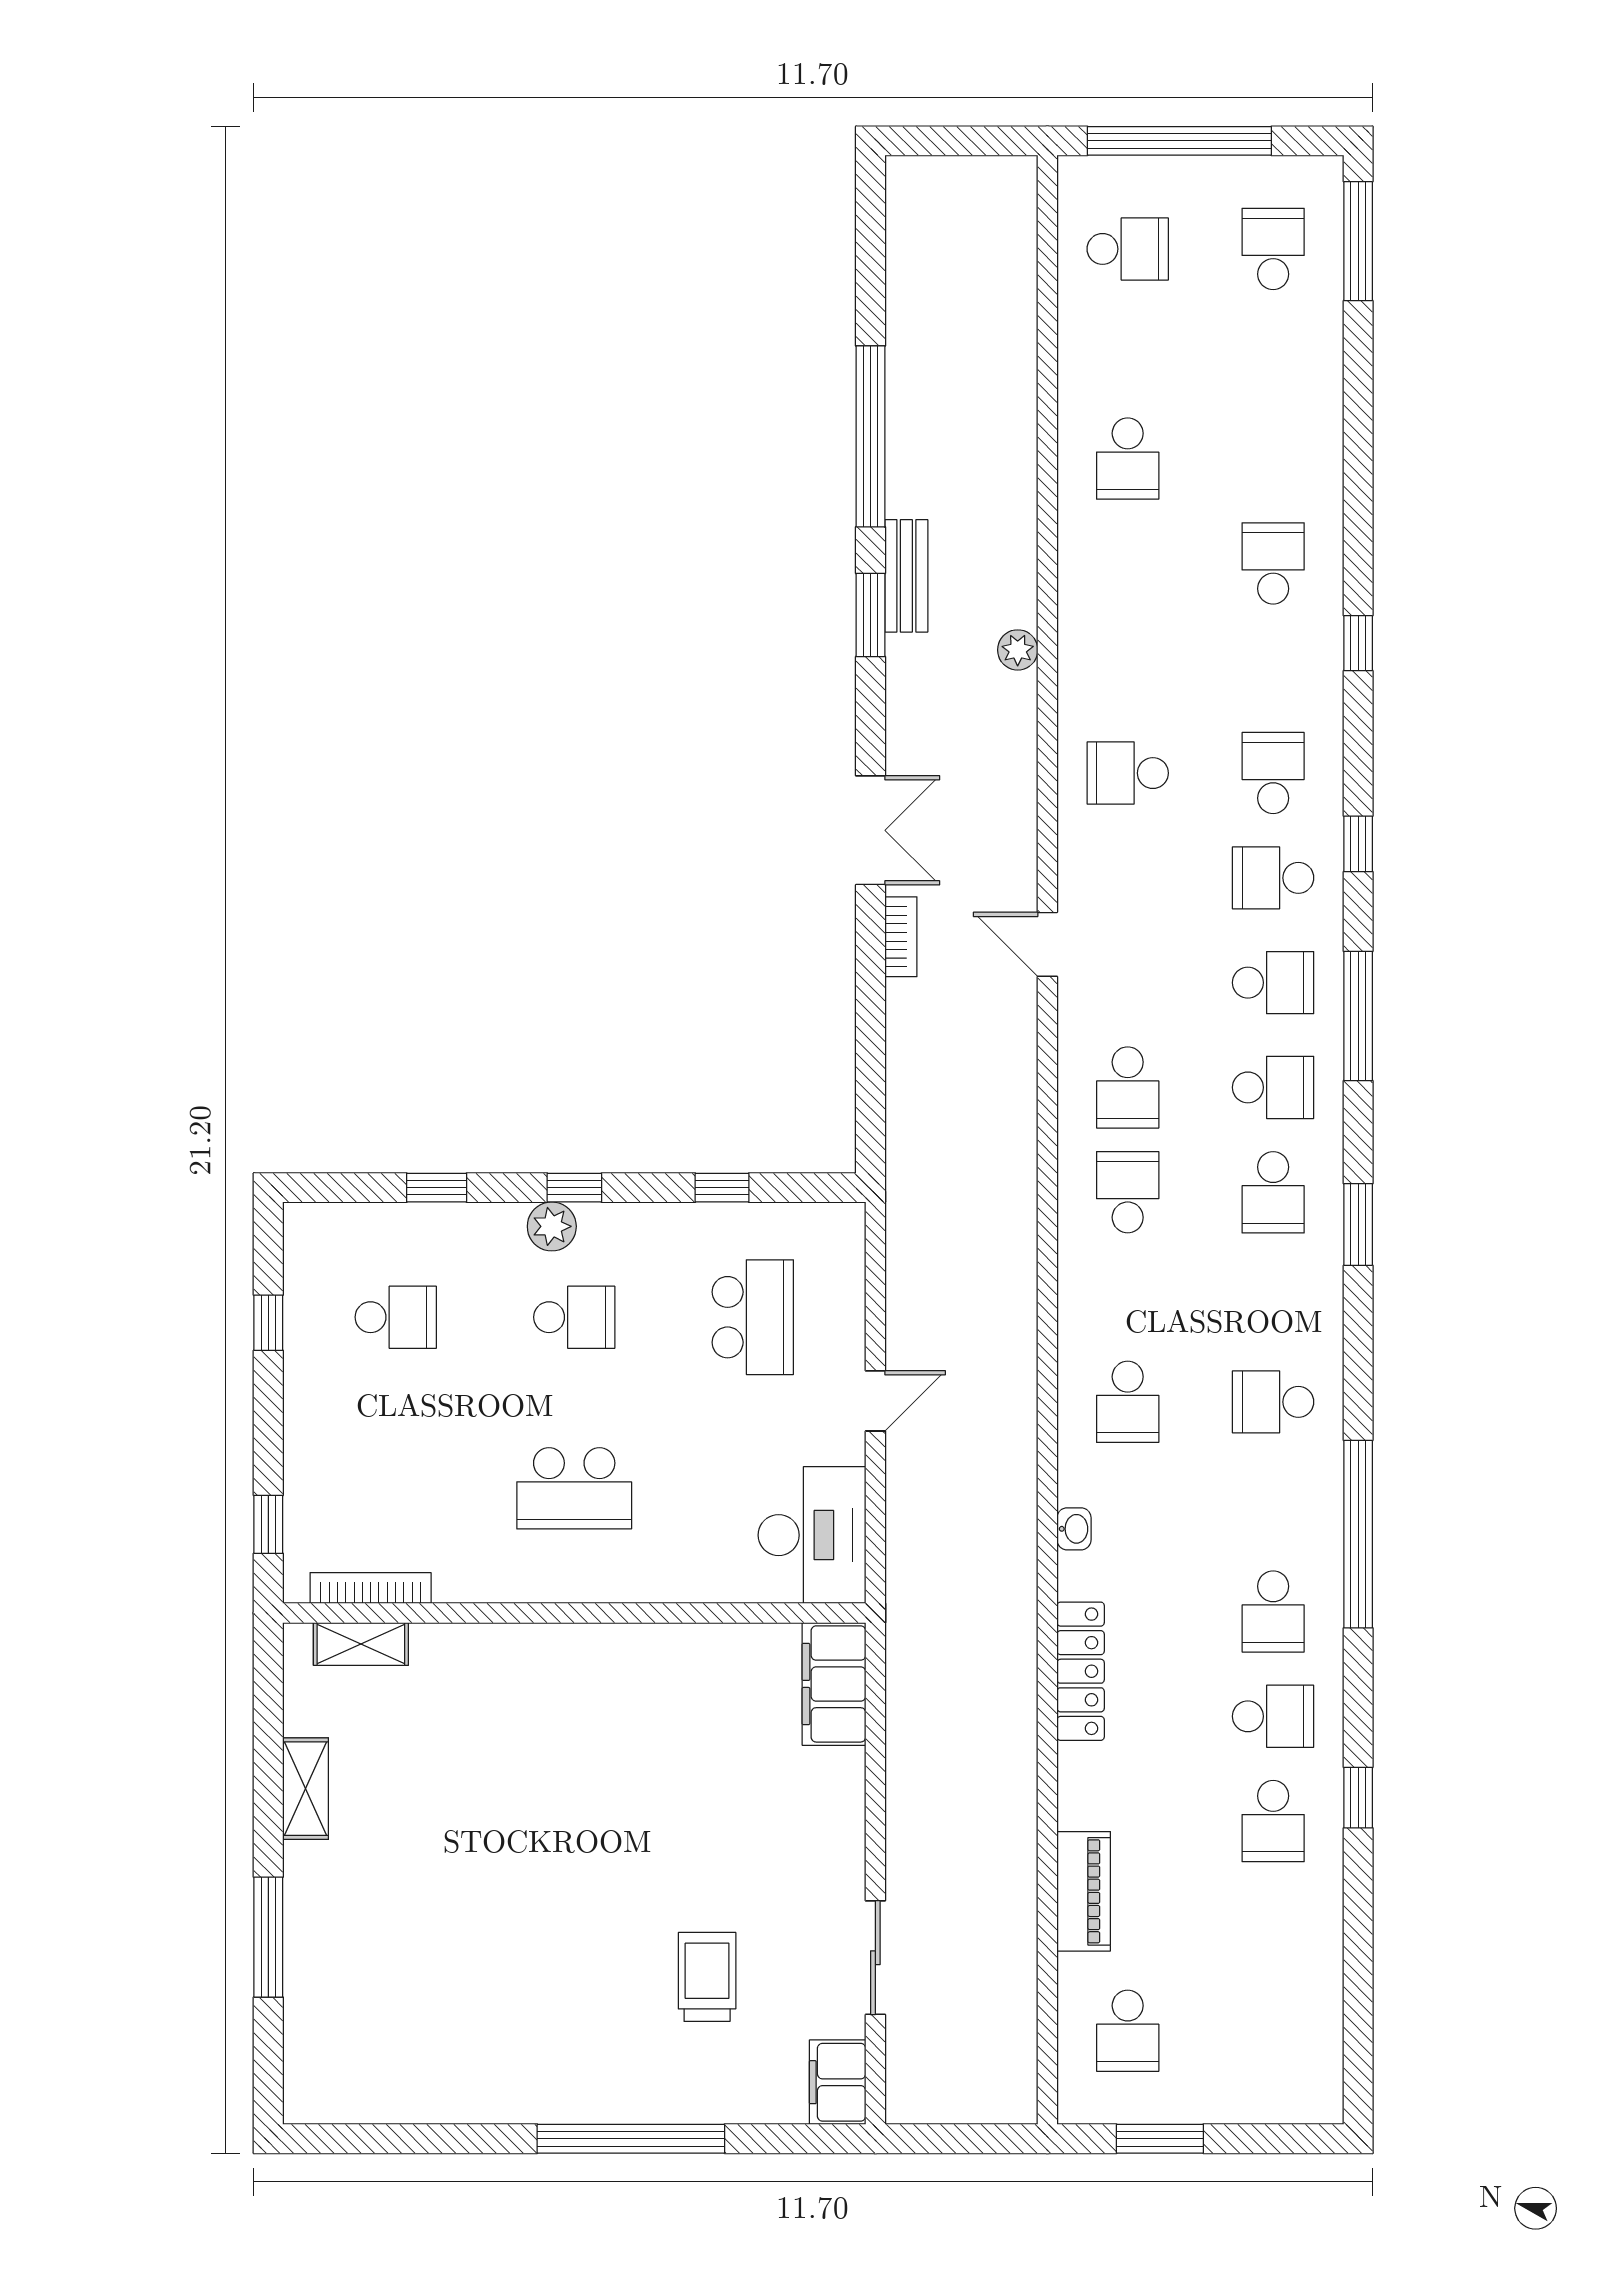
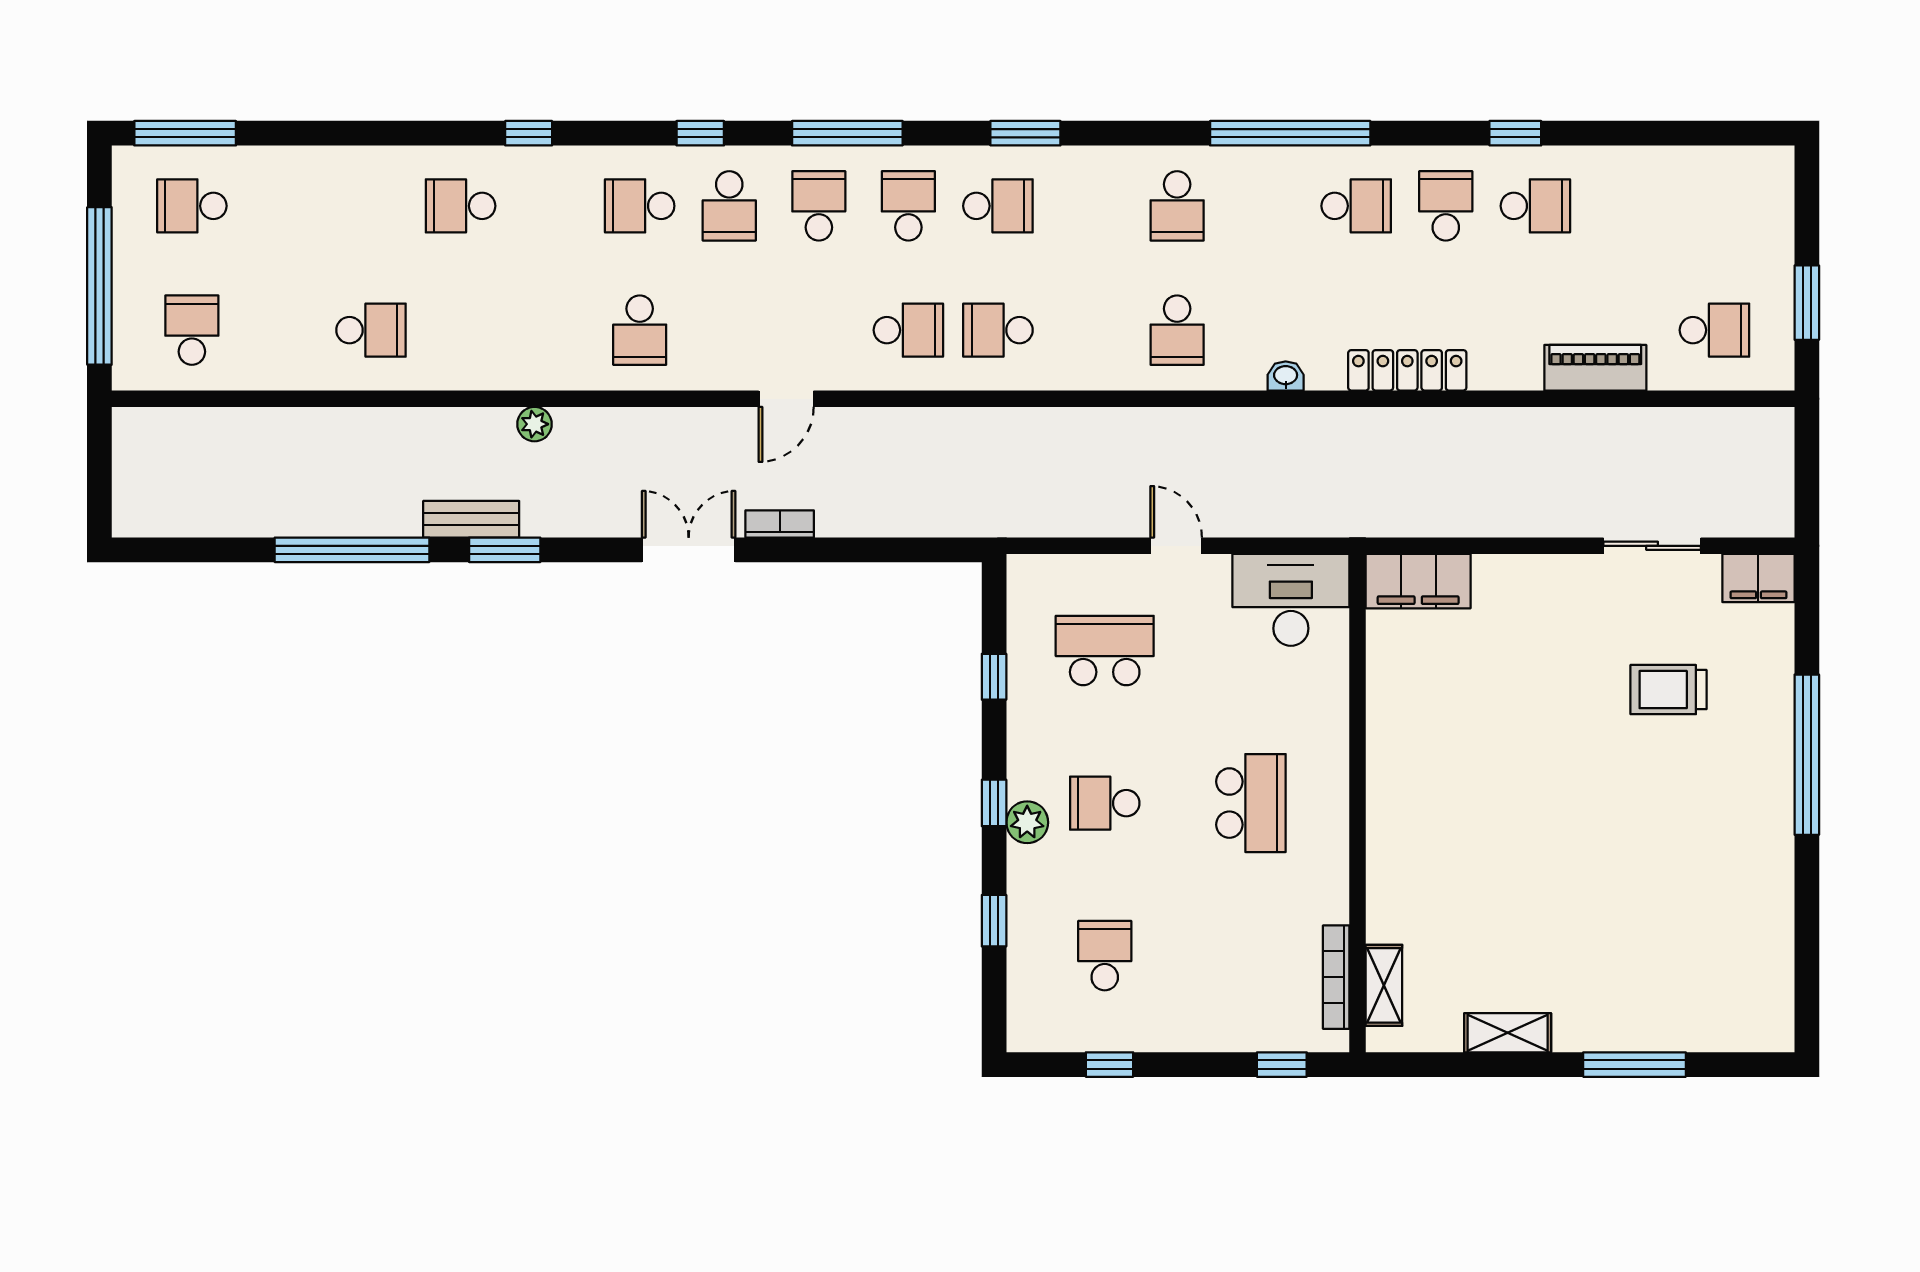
school desk: (574, 1317) -> (1105, 803), turned -90
school desk: (1128, 1402) -> (1177, 330), turned 90

